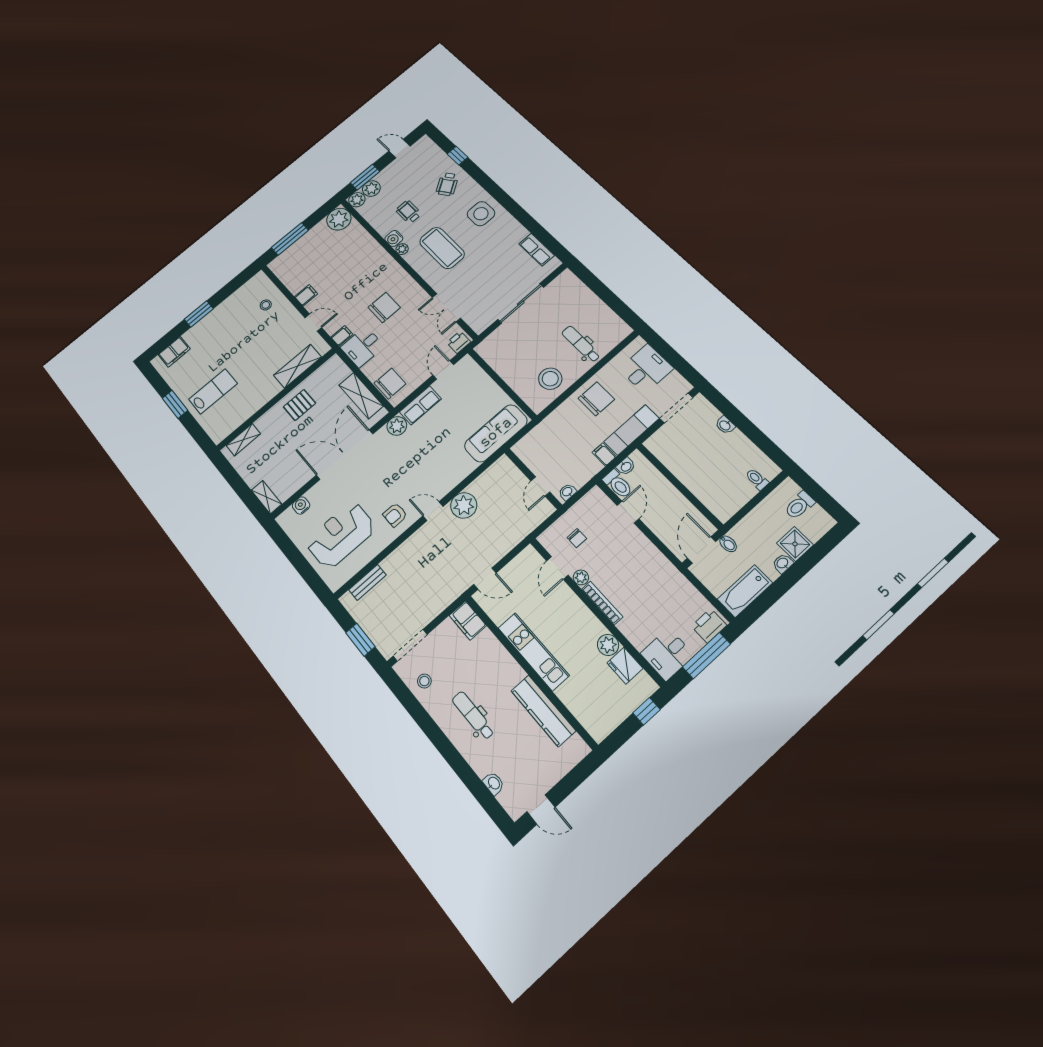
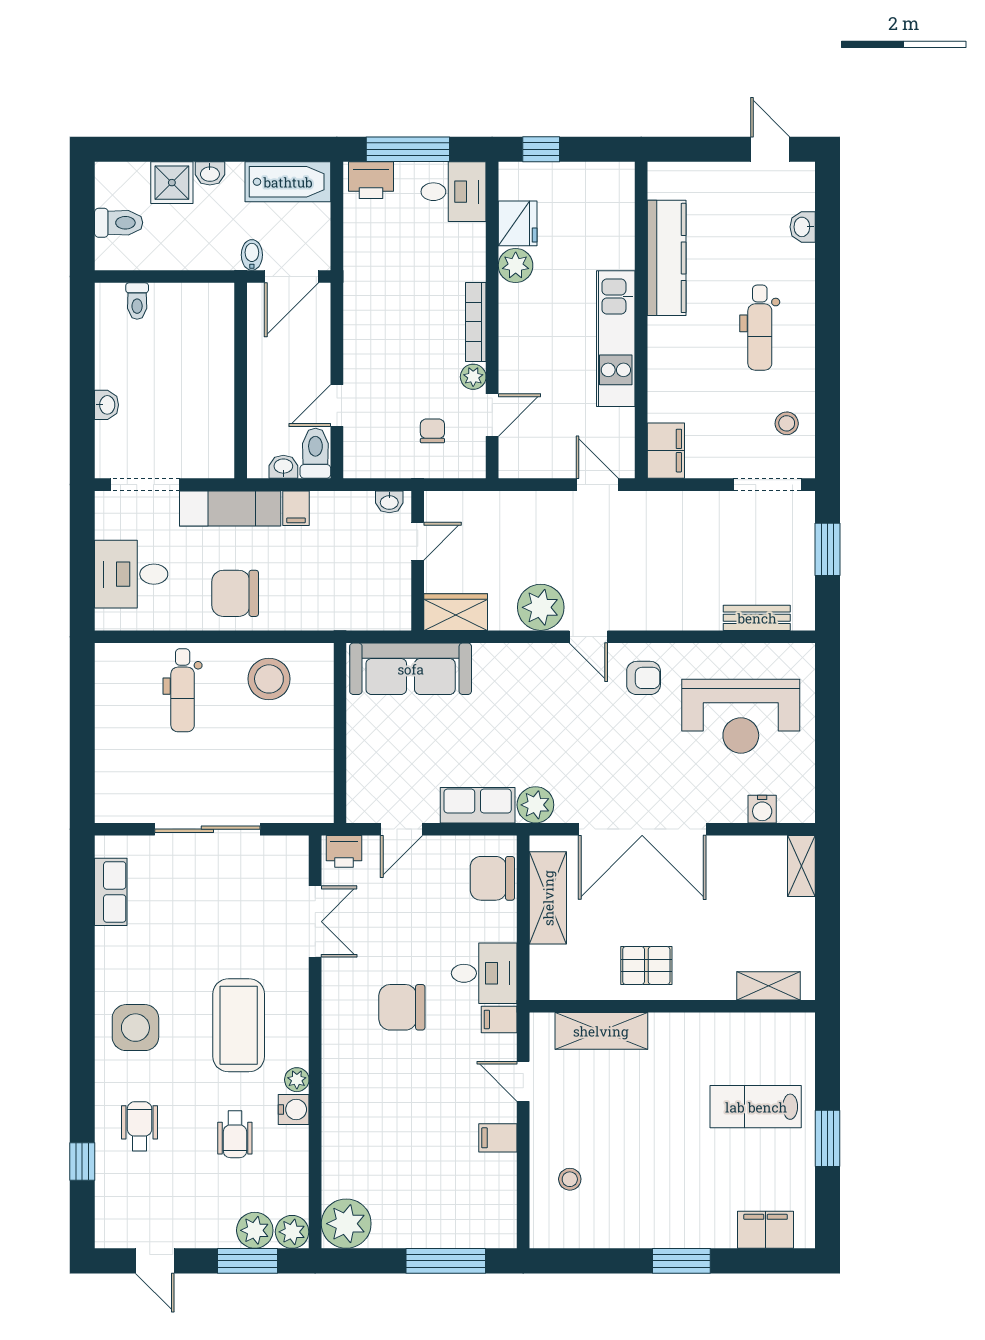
wheelchair: (447, 184) -> (140, 1126), turned -56
wardrobe: (498, 472) -> (456, 612), added

